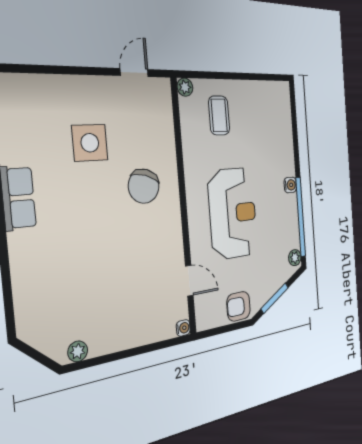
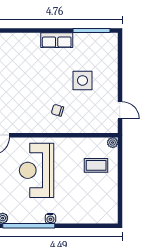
chair: (144, 186) -> (57, 110), width x0.54, depth x0.54
reception desk: (233, 213) -> (37, 170), turned 90

